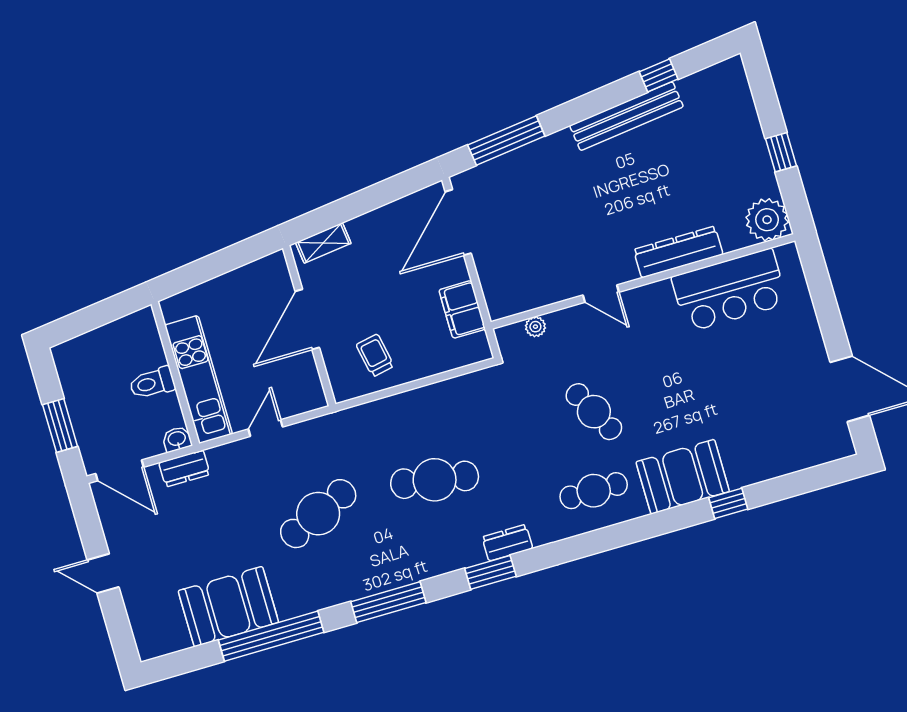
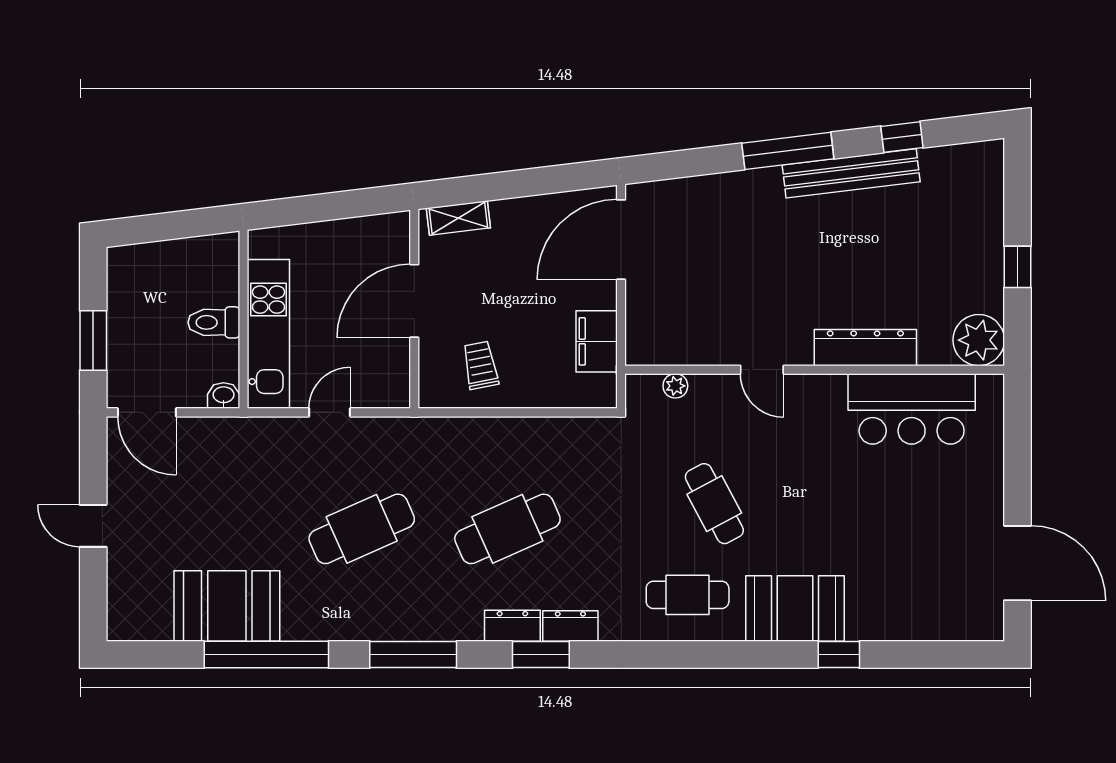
window: (506, 140) -> (788, 151), moved
dresser: (184, 469) -> (512, 626), moved, turned 180
cafe table: (435, 480) -> (507, 529), turned -33

